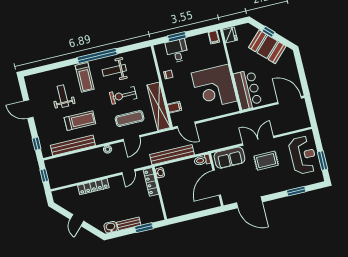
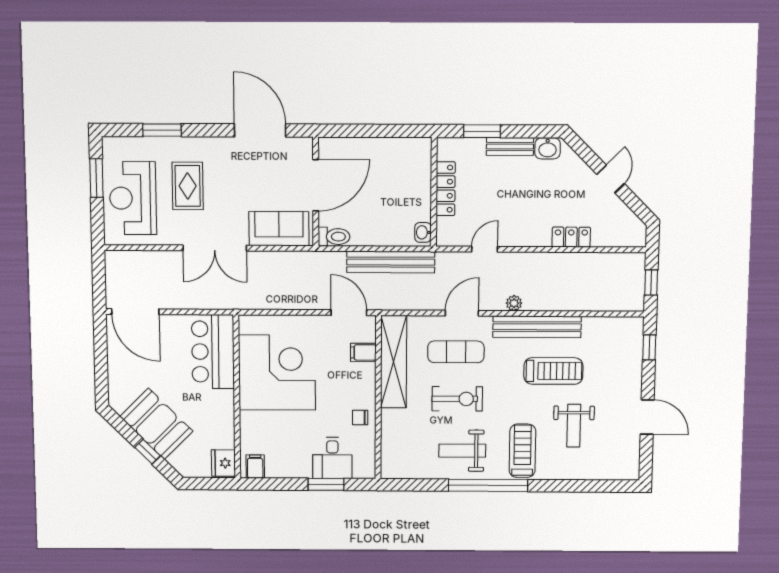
weight bench: (114, 70) -> (462, 451), turned 180
treadmill: (80, 121) -> (553, 371), turned 180
bench: (73, 145) -> (537, 327), moved
rug: (266, 161) -> (188, 186), moved, turned 90
locker: (151, 182) -> (446, 189), moved
locker: (93, 187) -> (571, 237), width x0.66

